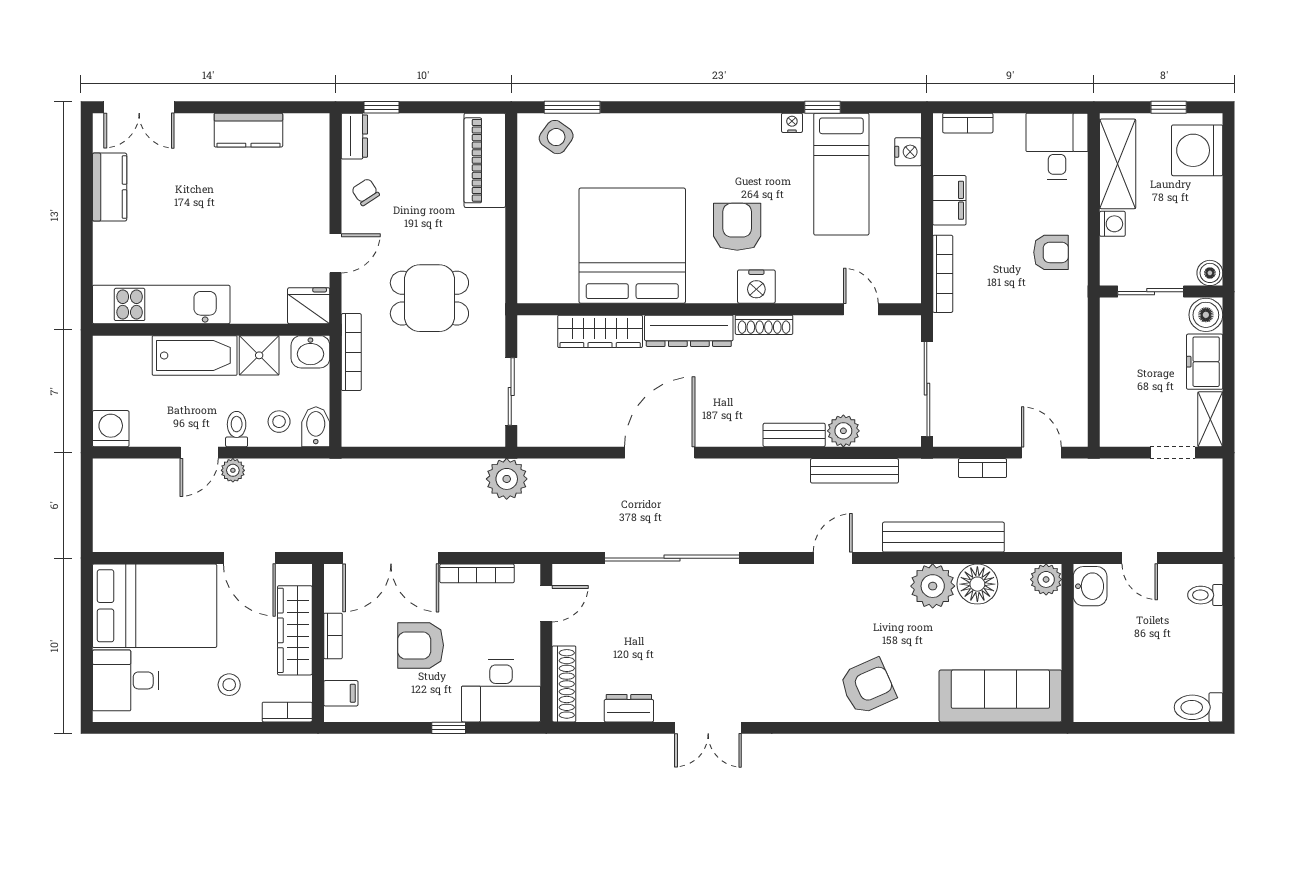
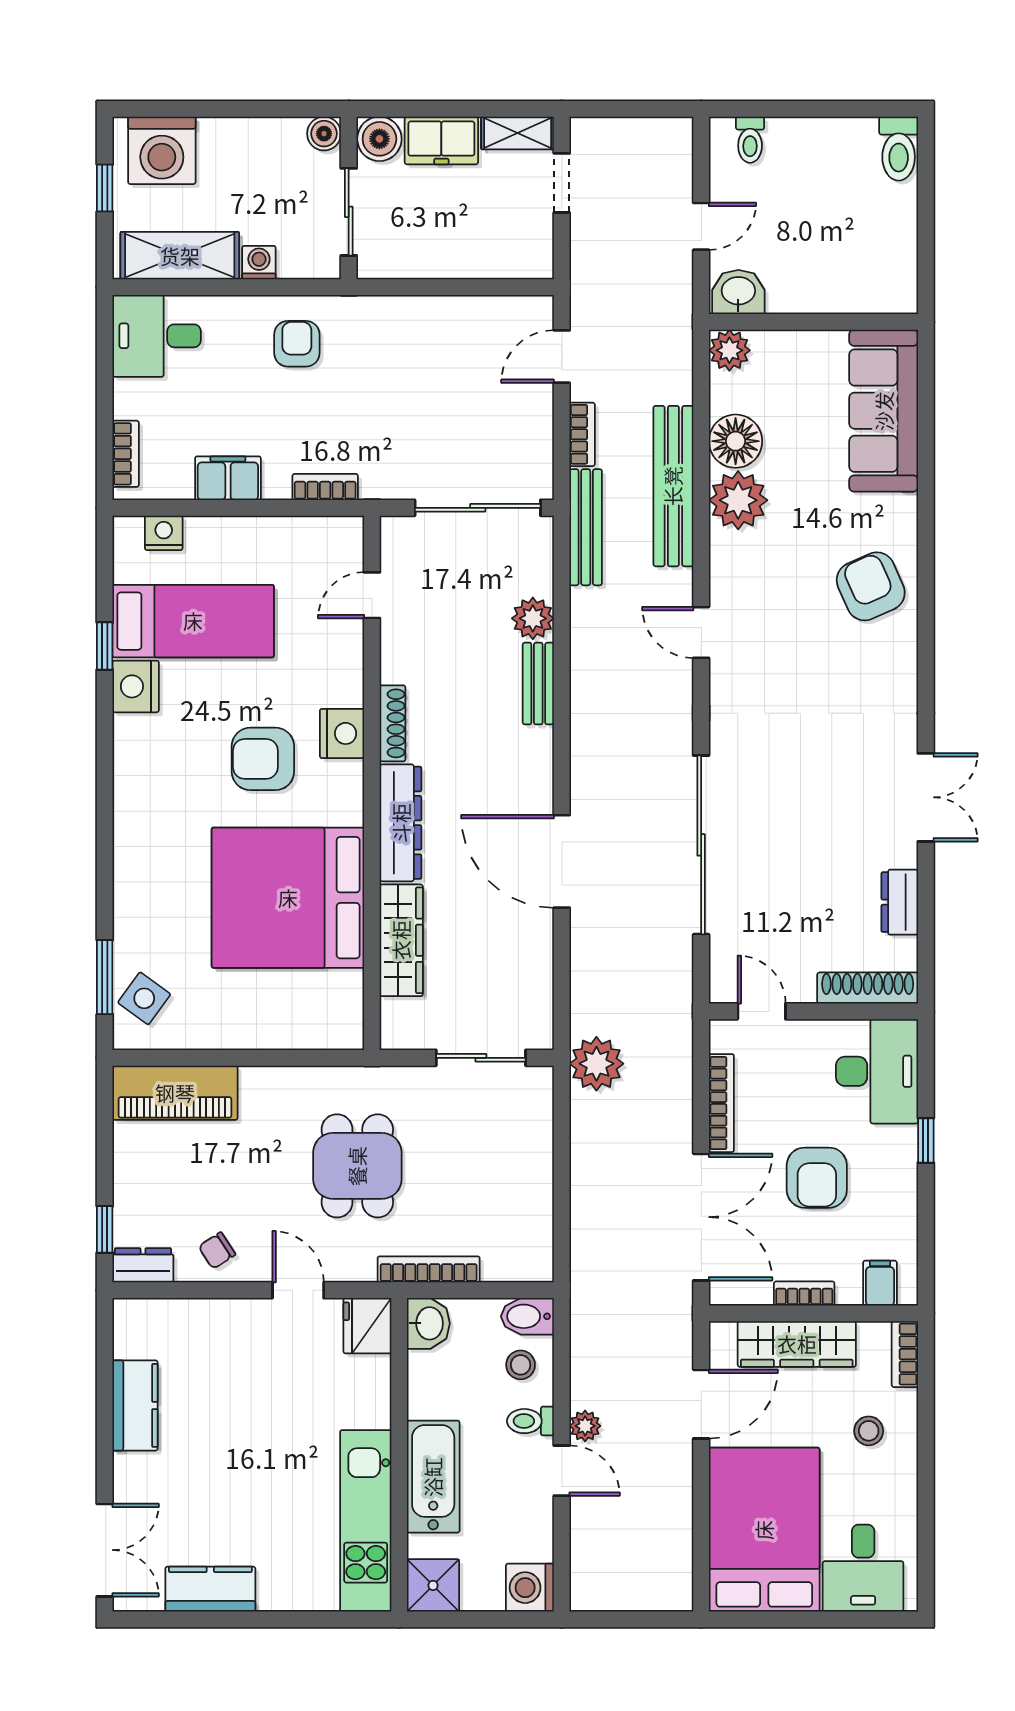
nightstand: (792, 123) -> (136, 686), width x1.89, depth x1.79
bookcase: (943, 274) -> (325, 487), width x0.64
shower: (259, 355) -> (433, 1585), moved
bench: (854, 471) -> (586, 527), moved

